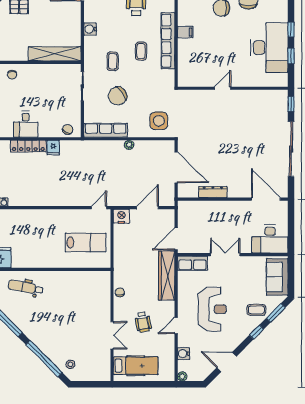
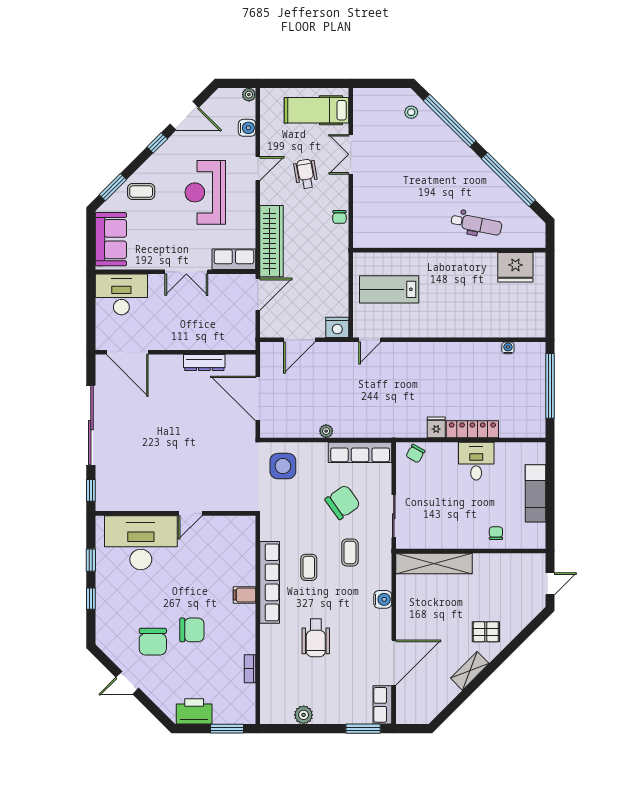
desk: (269, 48) -> (141, 543), moved, turned 90
window: (256, 332) -> (157, 143), moved

